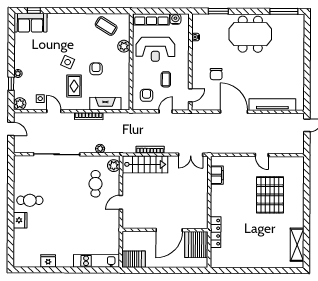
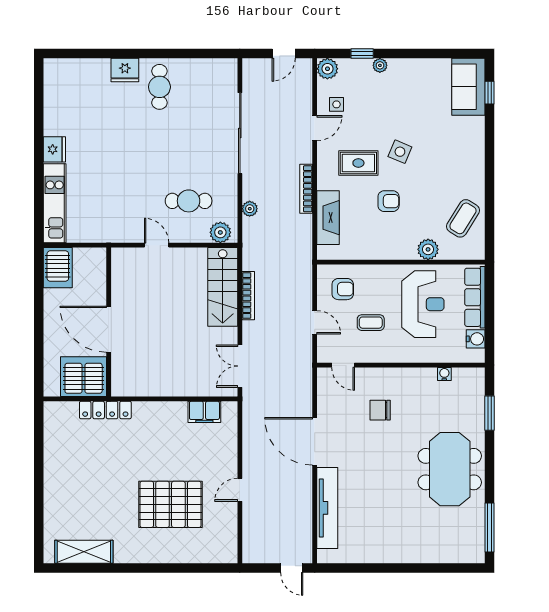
reception desk: (155, 49) -> (423, 304), turned 180
door: (234, 112) -> (315, 441), swing flipped
fridge: (48, 261) -> (54, 149), moved

